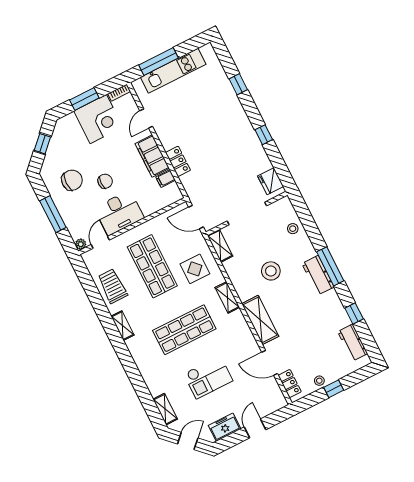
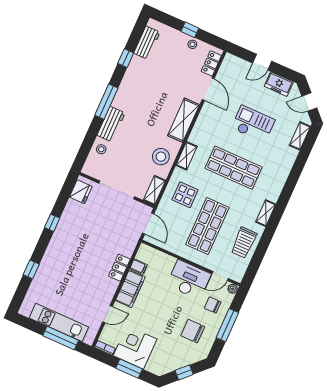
chair: (105, 181) -> (213, 305), moved
stool: (271, 271) -> (161, 157), moved
workbench: (318, 275) -> (111, 124), moved

